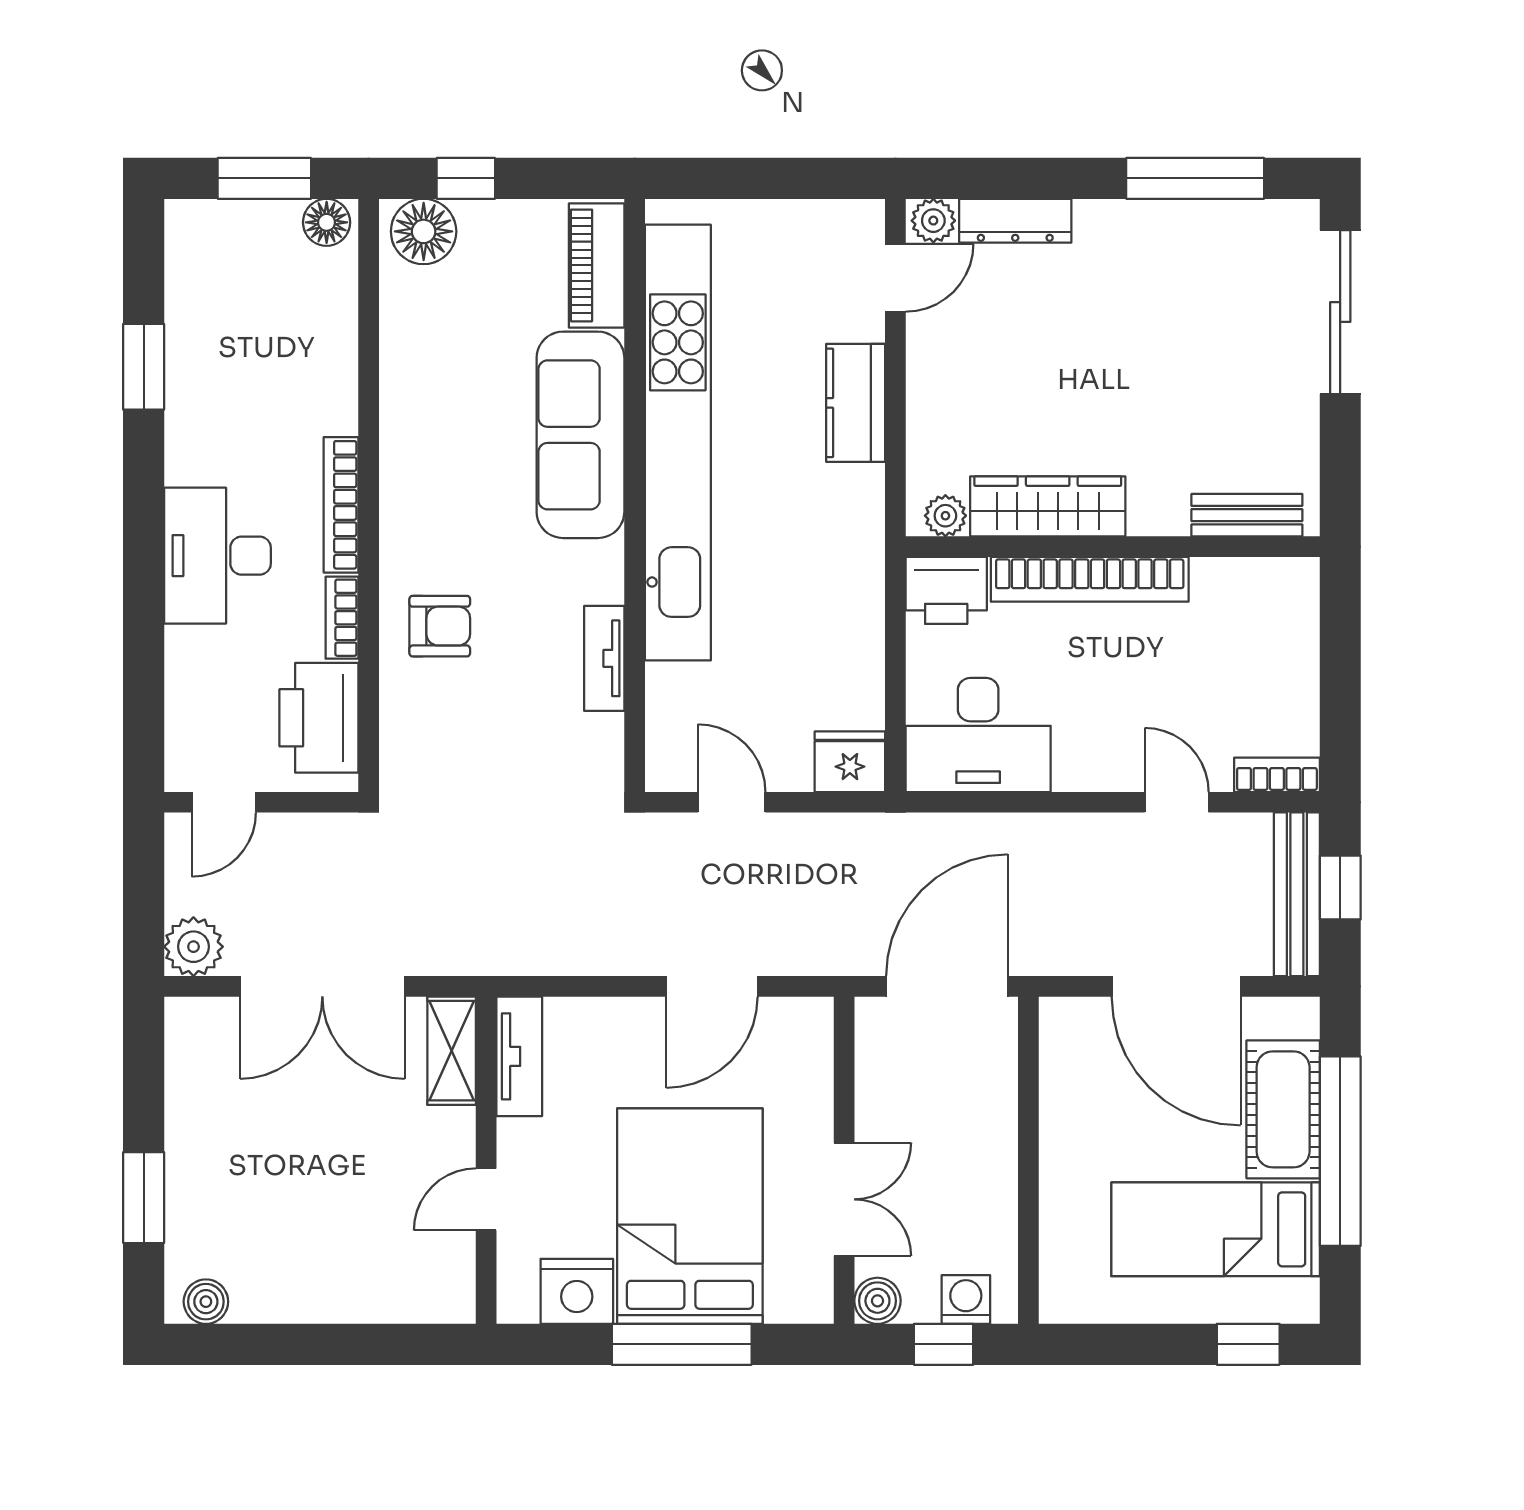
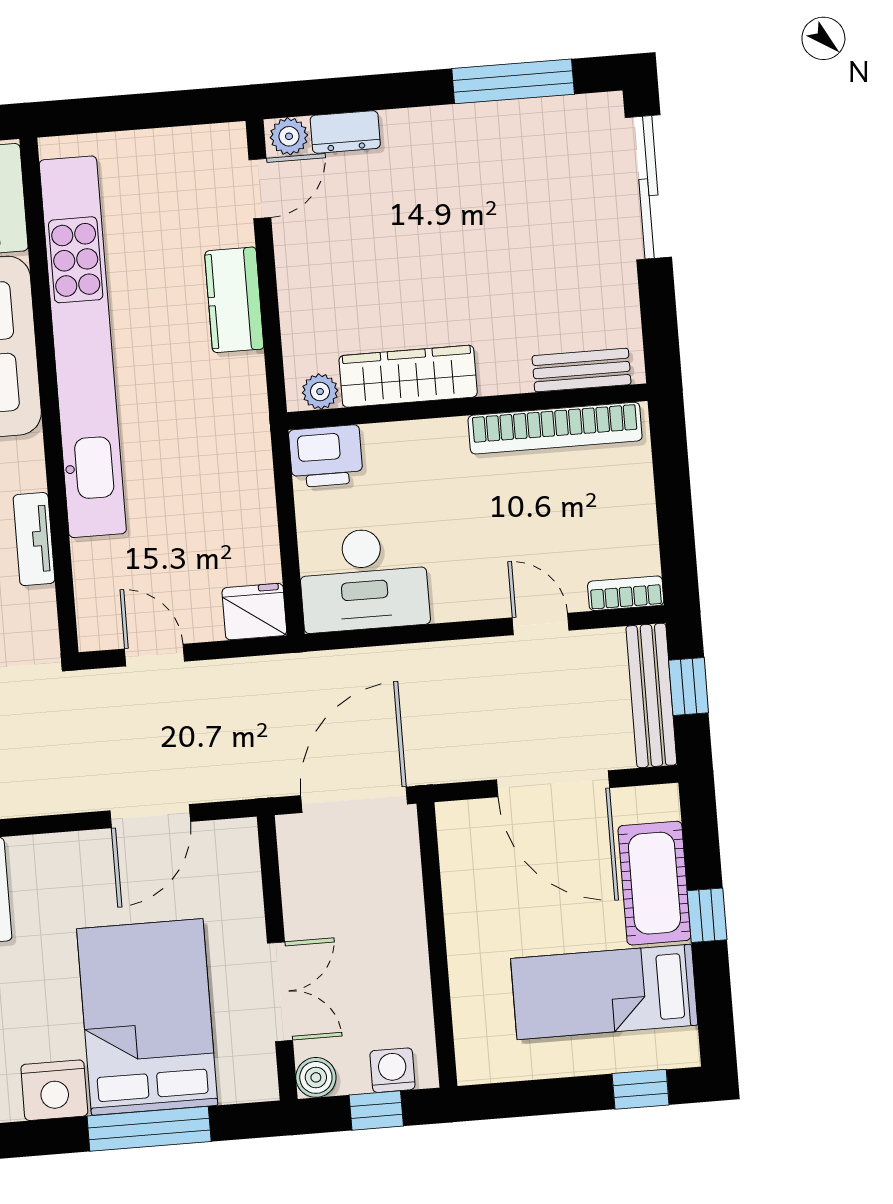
dresser: (1015, 221) -> (345, 132), width x0.70
bookcase: (1090, 579) -> (555, 428), moved
window: (1340, 1151) -> (707, 915), width x0.32

